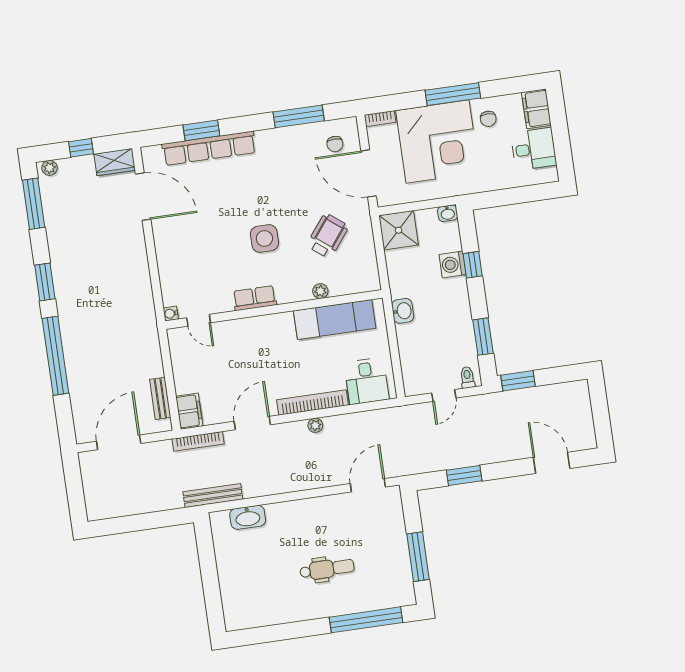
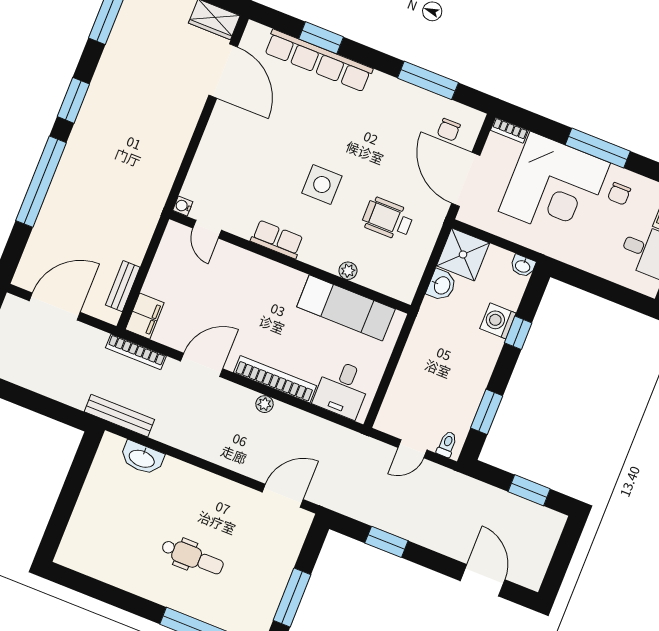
wheelchair: (328, 236) -> (388, 219), turned -128
washbasin: (403, 311) -> (441, 285), moved
window: (518, 381) -> (529, 490), moved

